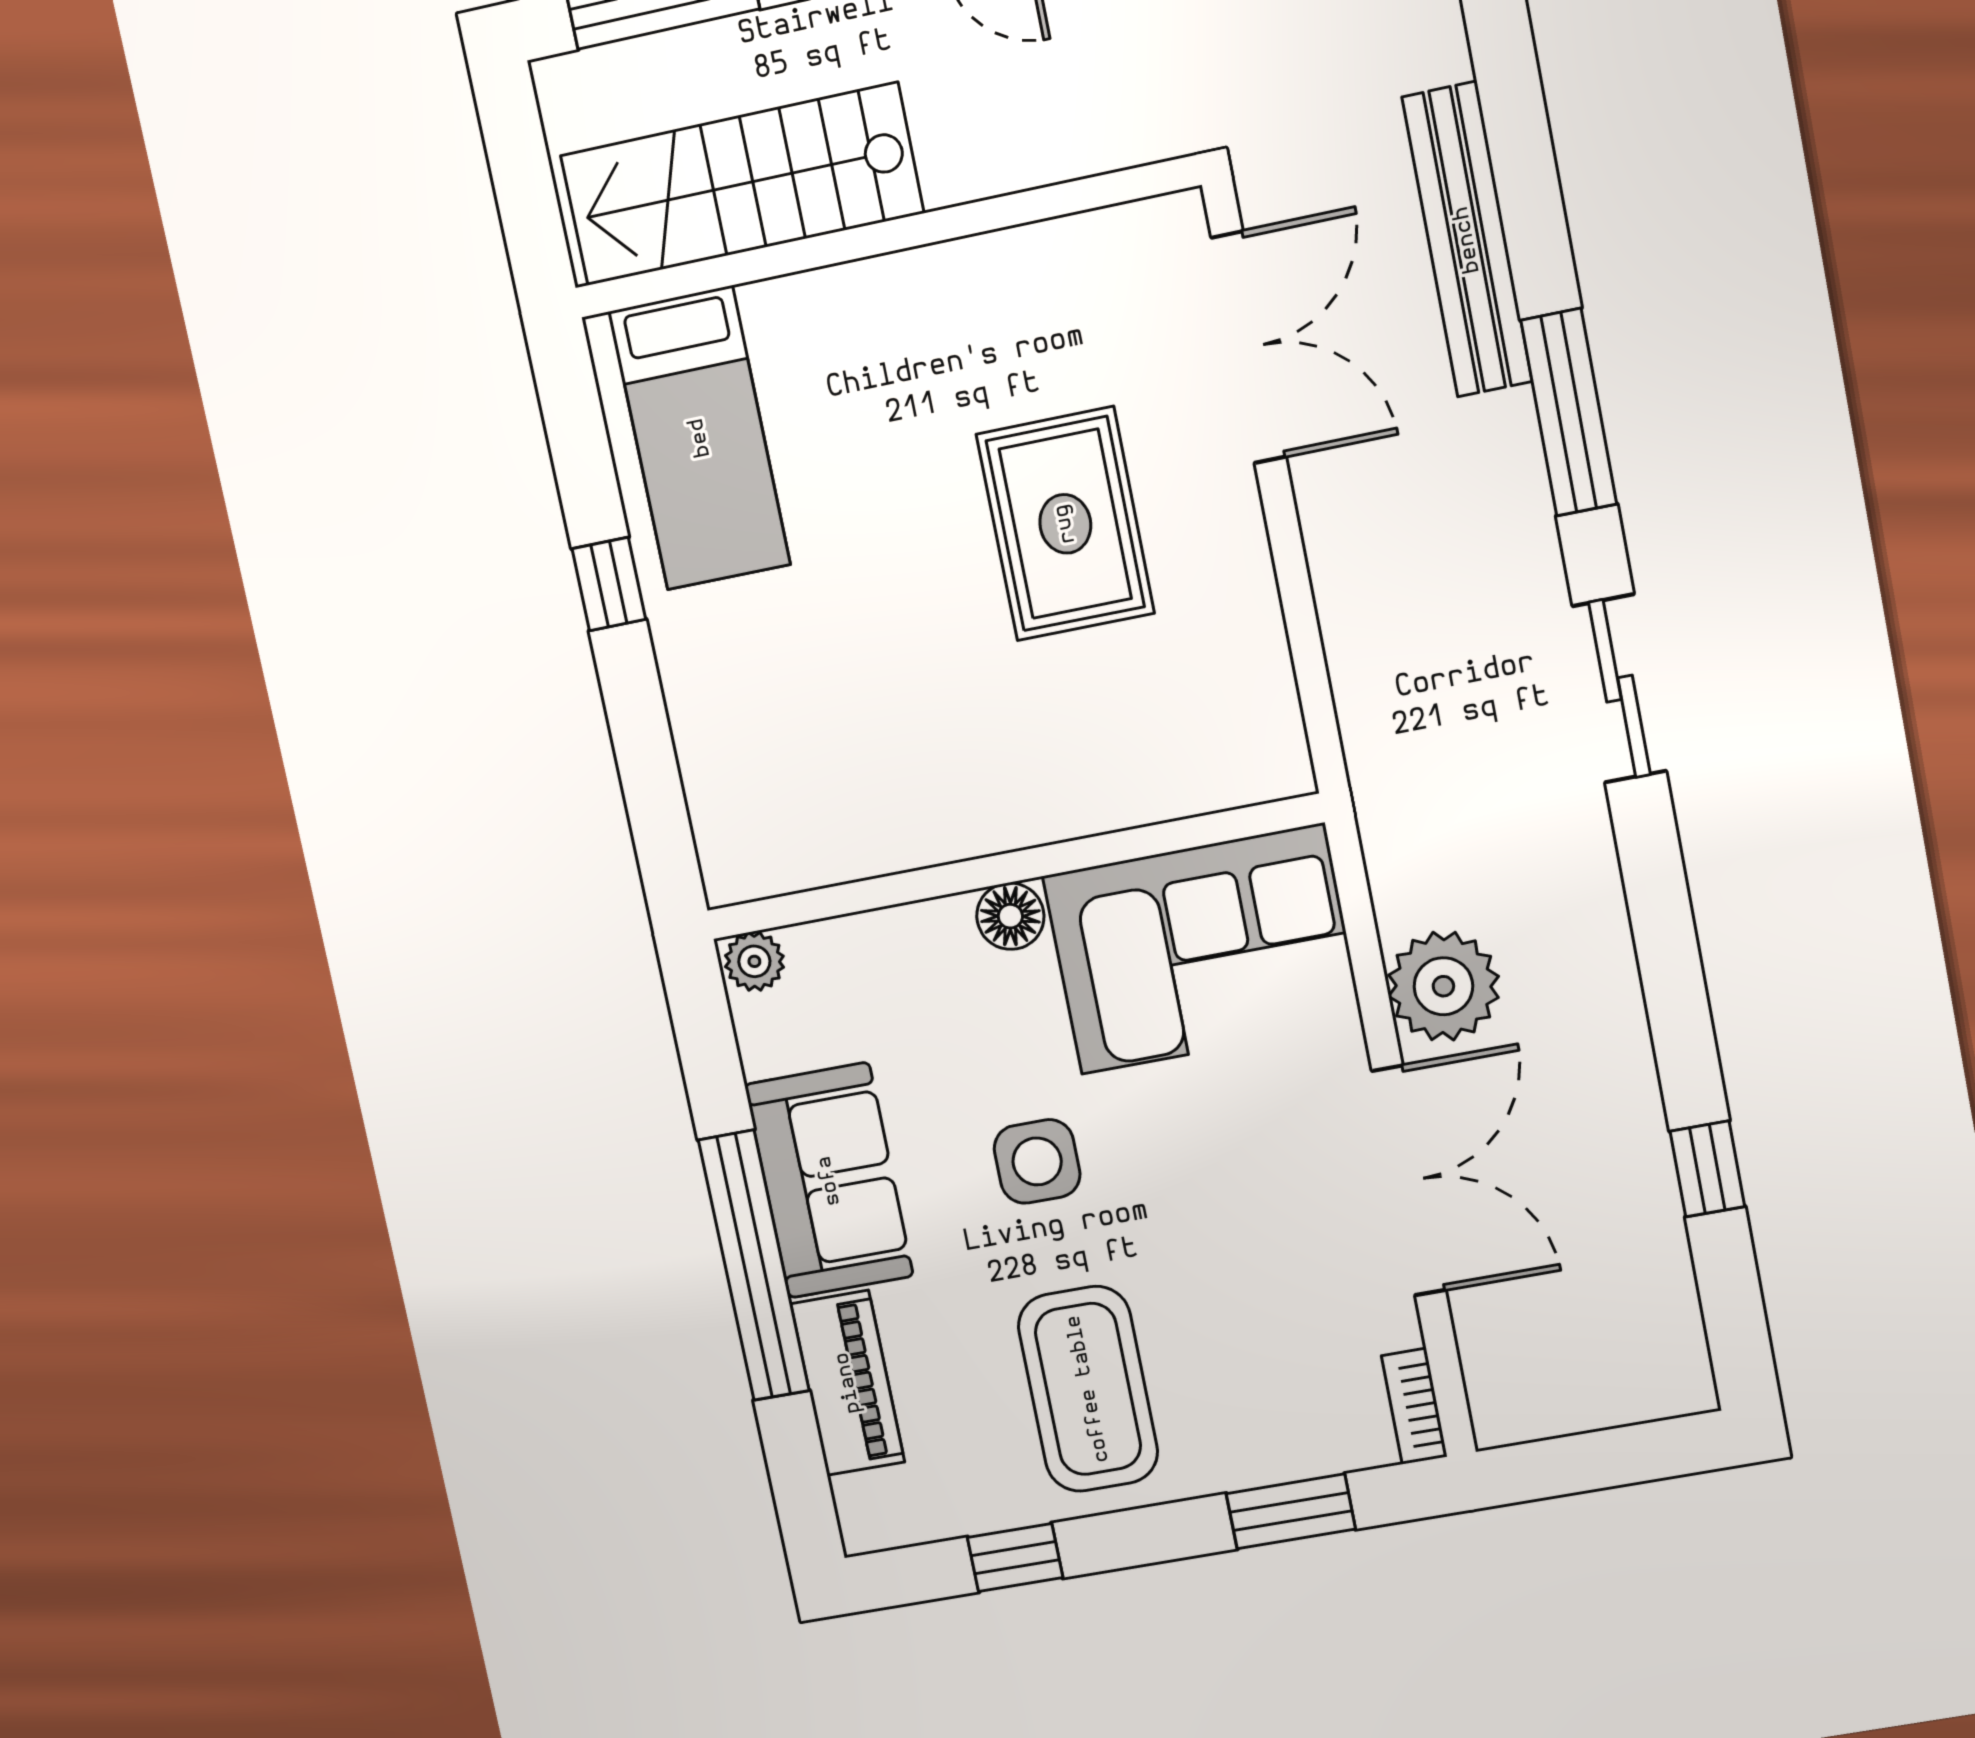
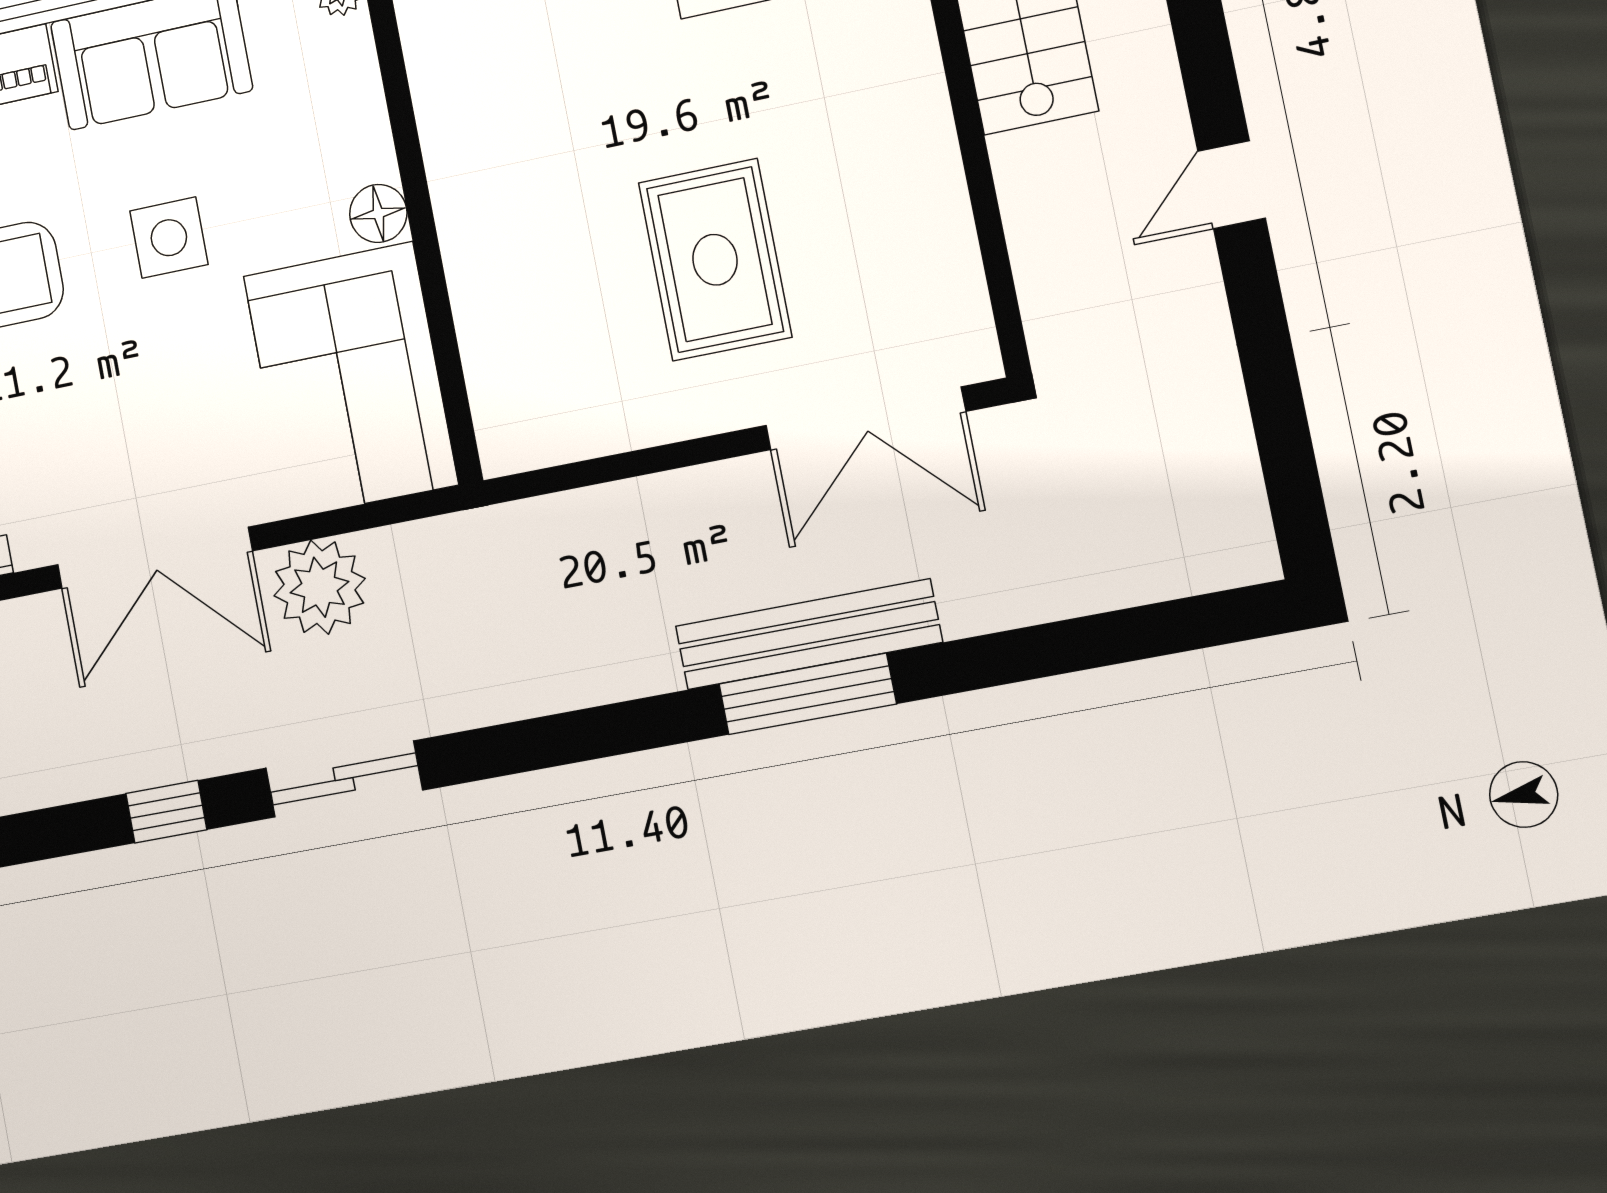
bench: (1467, 240) -> (808, 634), moved
rug: (1065, 524) -> (715, 260), turned 90
sliding door: (1619, 689) -> (344, 779), moved

